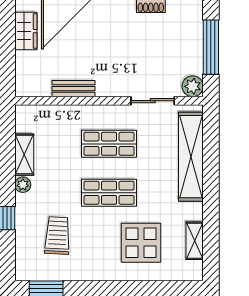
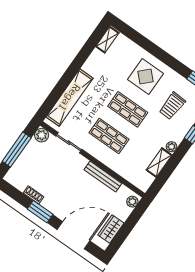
plant: (23, 83) -> (132, 202), added
bench: (73, 89) -> (103, 177), width x1.36
shelving: (195, 241) -> (107, 40), moved
display table: (141, 243) -> (146, 76), moved

